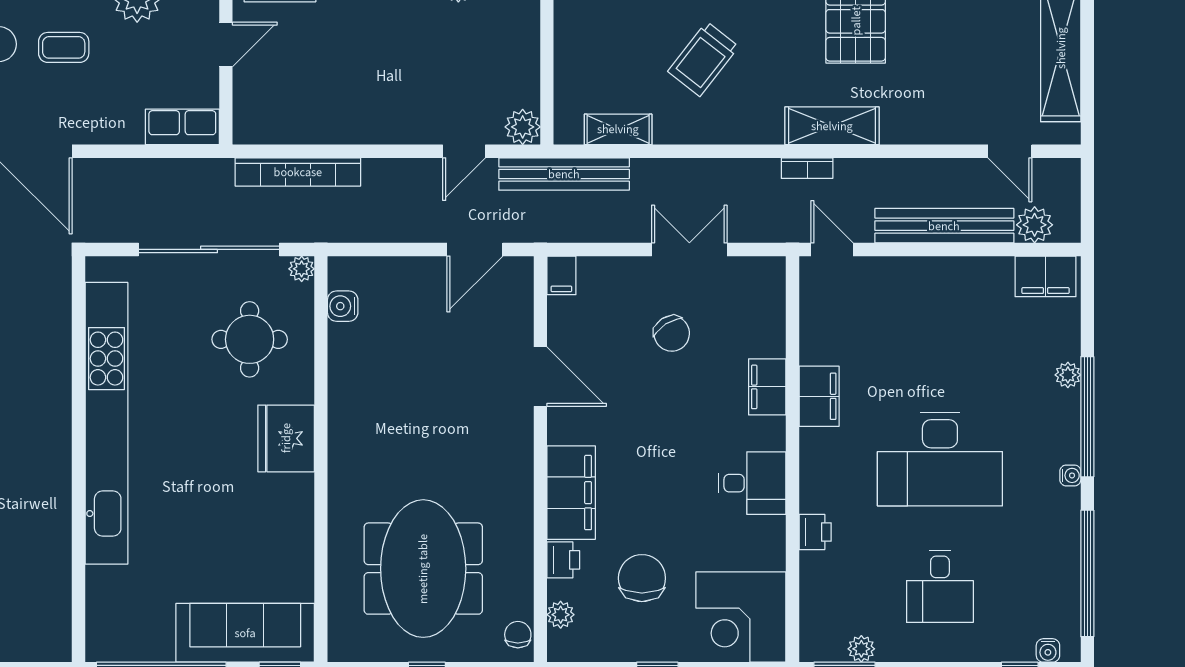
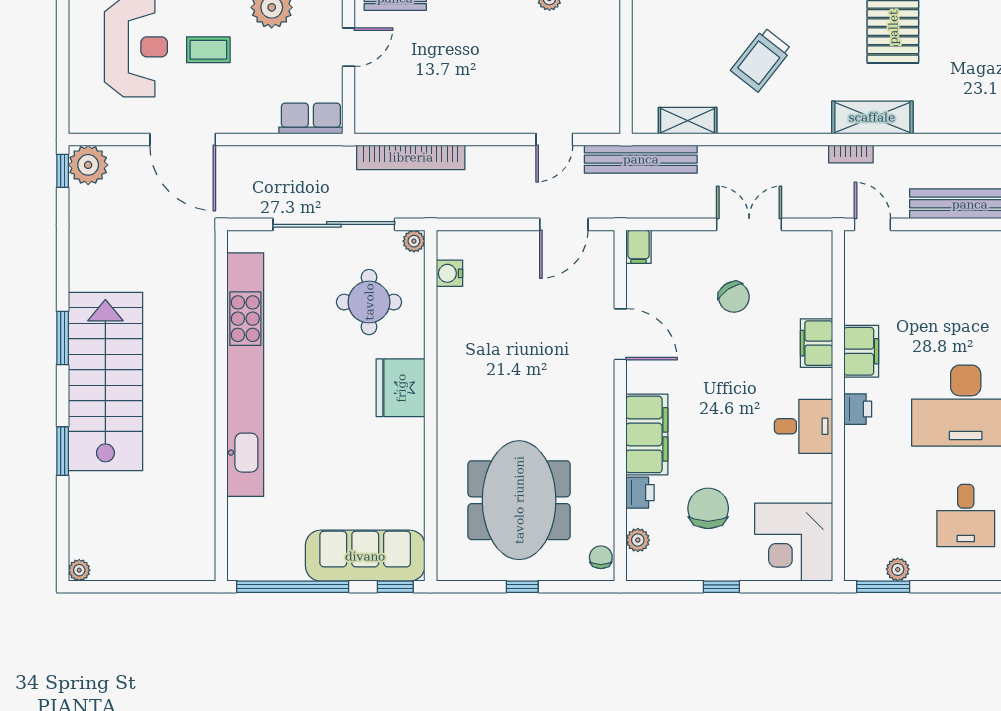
plant: (523, 127) -> (605, 118), removed
printer: (815, 532) -> (858, 409), moved

